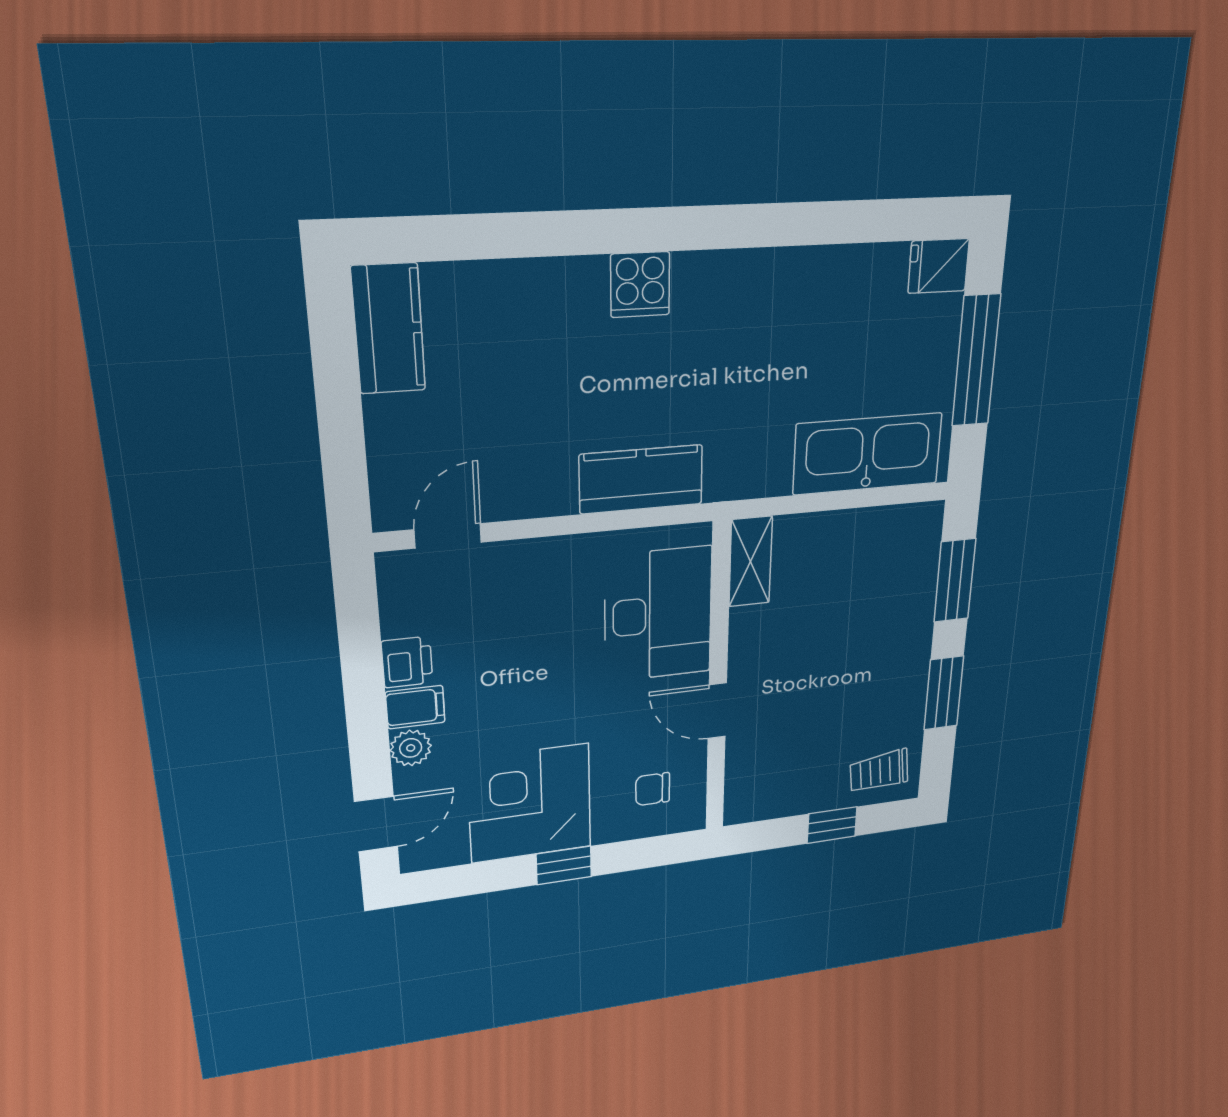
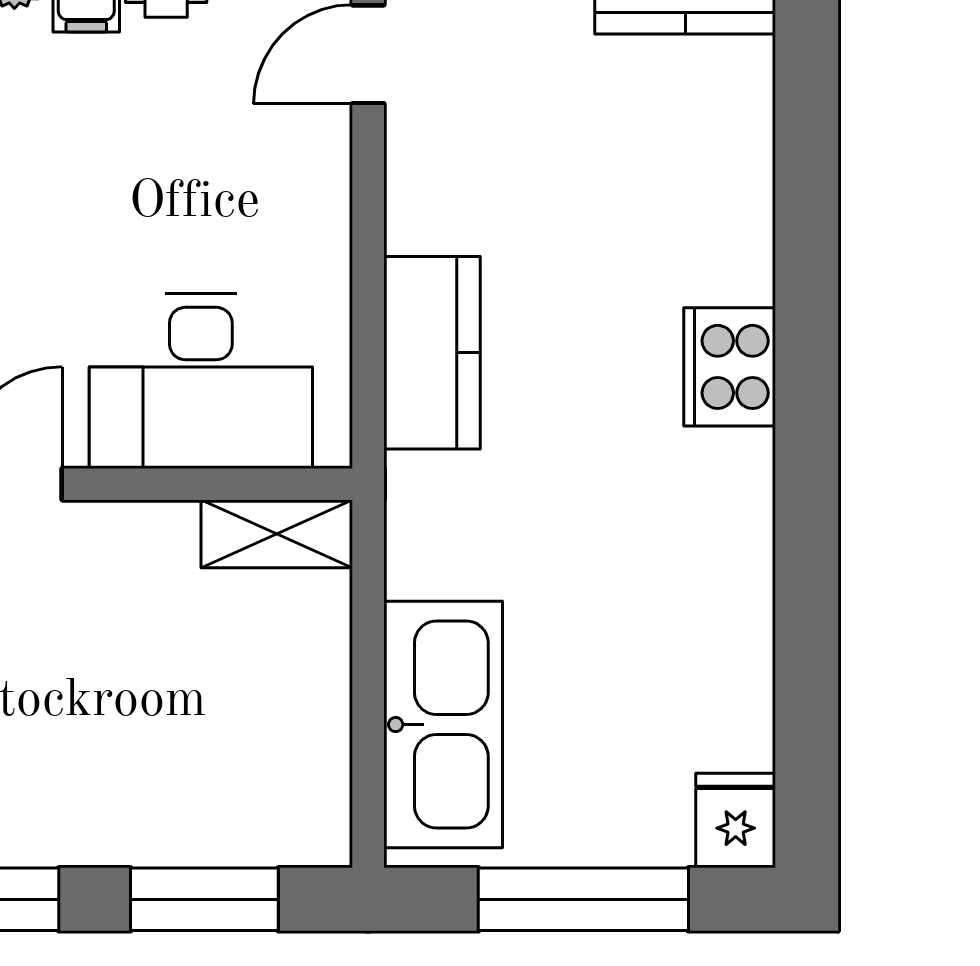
cooker: (640, 285) -> (730, 367), width x1.36
door: (448, 536) -> (368, 54), swing flipped

